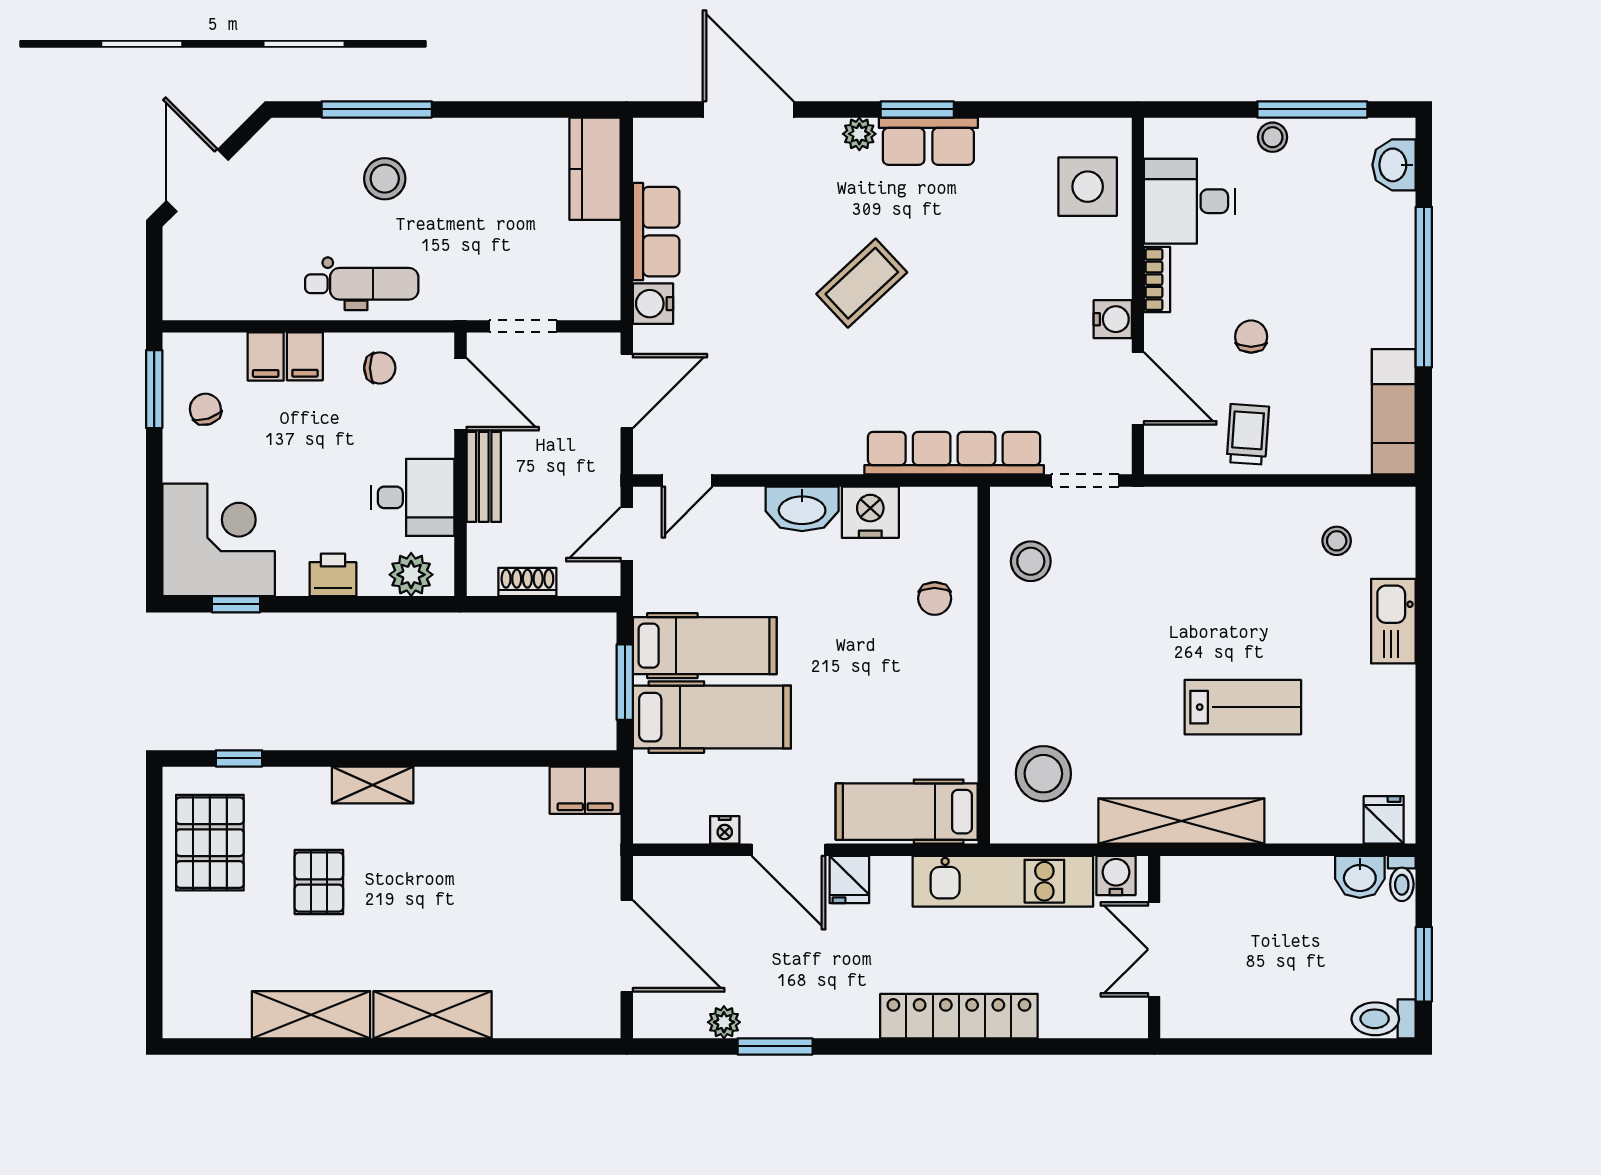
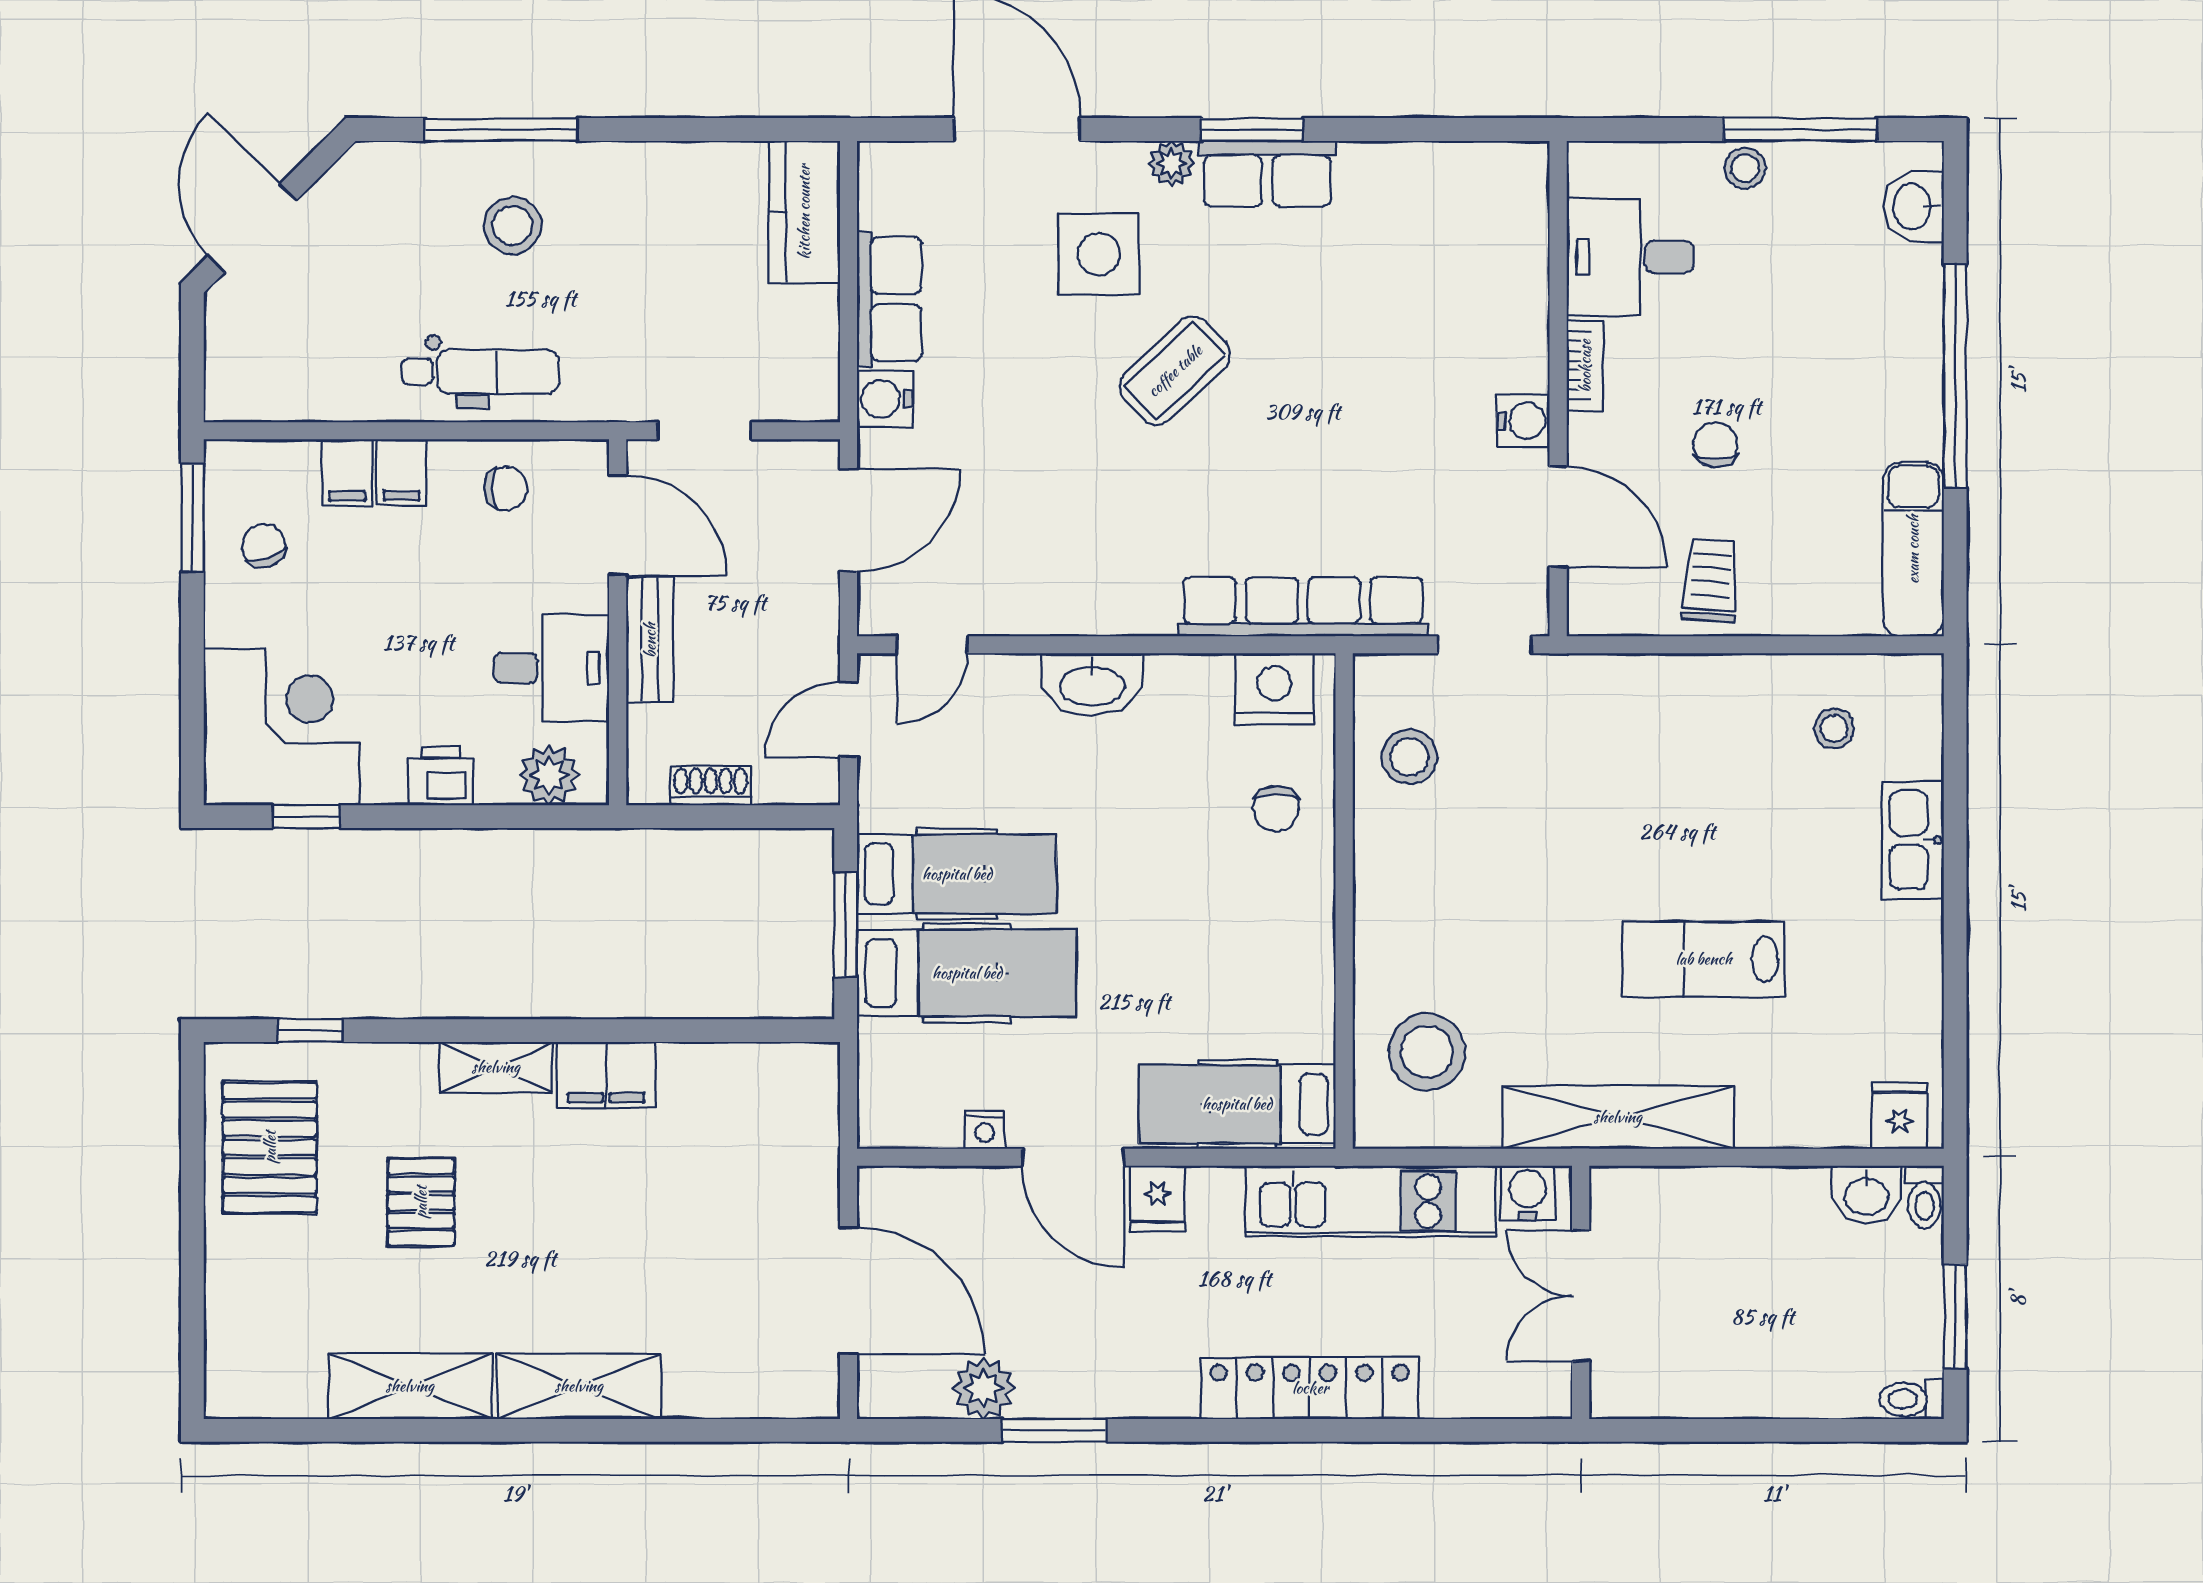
side table: (1088, 187) -> (1099, 254), moved
nightstand: (870, 512) -> (1274, 689), moved
lab bench: (1243, 707) -> (1704, 959), turned 180
filing cabinet: (585, 790) -> (606, 1075), moved
toilet: (1384, 1019) -> (1912, 1399), width x0.73, depth x0.72
plant: (724, 1022) -> (983, 1388), width x1.38, depth x1.38

